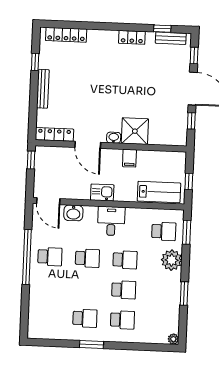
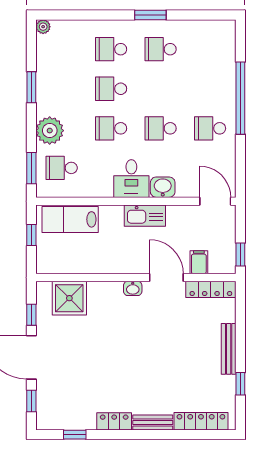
bench: (171, 38) -> (153, 423), moved
shower: (135, 131) -> (69, 298), moved
filing cabinet: (129, 158) -> (199, 262), moved
kitchen sink: (102, 193) -> (145, 216), width x1.38
washbasin: (73, 213) -> (163, 187), moved
window: (27, 257) -> (240, 98), moved

